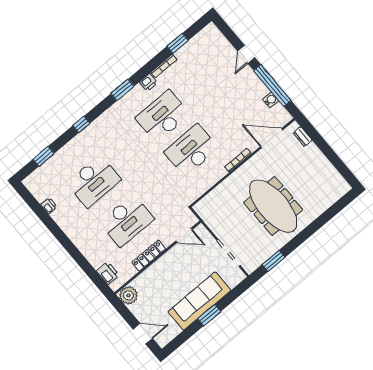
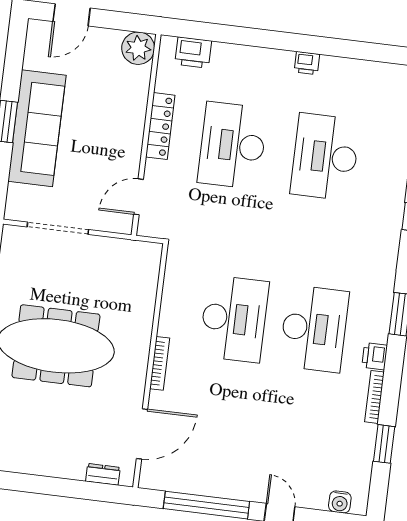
water cooler: (271, 100) -> (340, 502), moved
printer: (49, 206) -> (307, 63), moved

